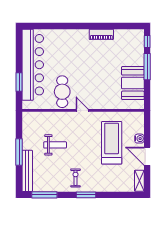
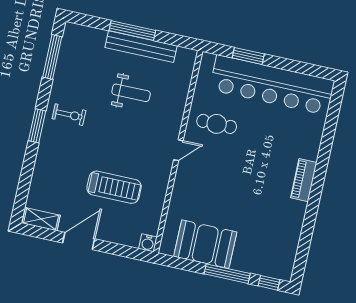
piano: (101, 34) -> (304, 180), moved
cafe table: (62, 92) -> (217, 124), width x0.73, depth x0.74
water cooler: (139, 139) -> (148, 243), moved
treadmill: (112, 143) -> (114, 187), width x0.73, depth x0.73
weight bench: (55, 145) -> (131, 93), turned -90
bench: (27, 171) -> (141, 47), moved

